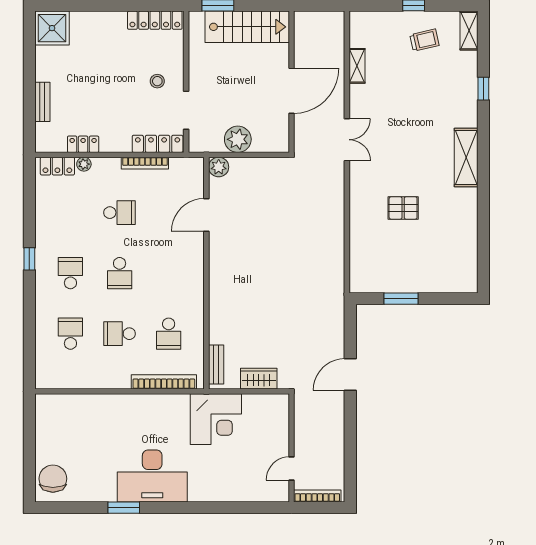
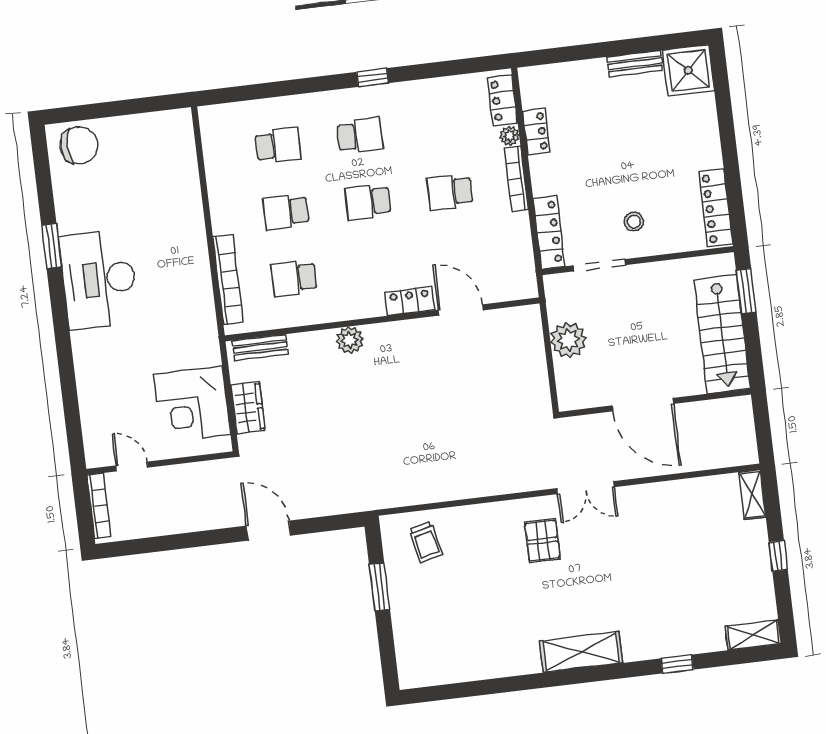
trolley: (424, 40) -> (426, 542), moved
shelving: (357, 66) -> (752, 495), moved, turned 90
bench: (42, 102) -> (635, 64), moved
bookcase: (145, 163) -> (516, 179), moved
plant: (219, 167) -> (350, 340), moved
pallet: (403, 208) -> (542, 541), moved
school desk: (120, 213) -> (450, 192), turned 90
locker: (196, 251) -> (410, 301), added
school desk: (120, 334) -> (286, 212), turned -90
corner desk: (216, 419) -> (192, 404), moved

